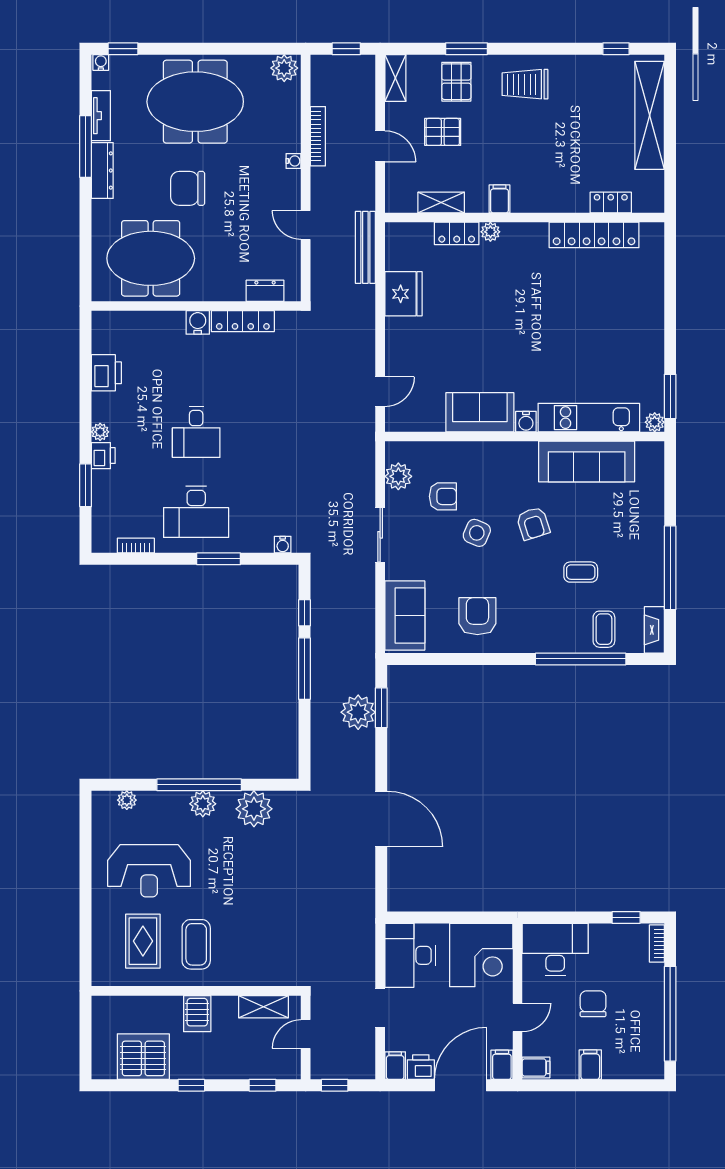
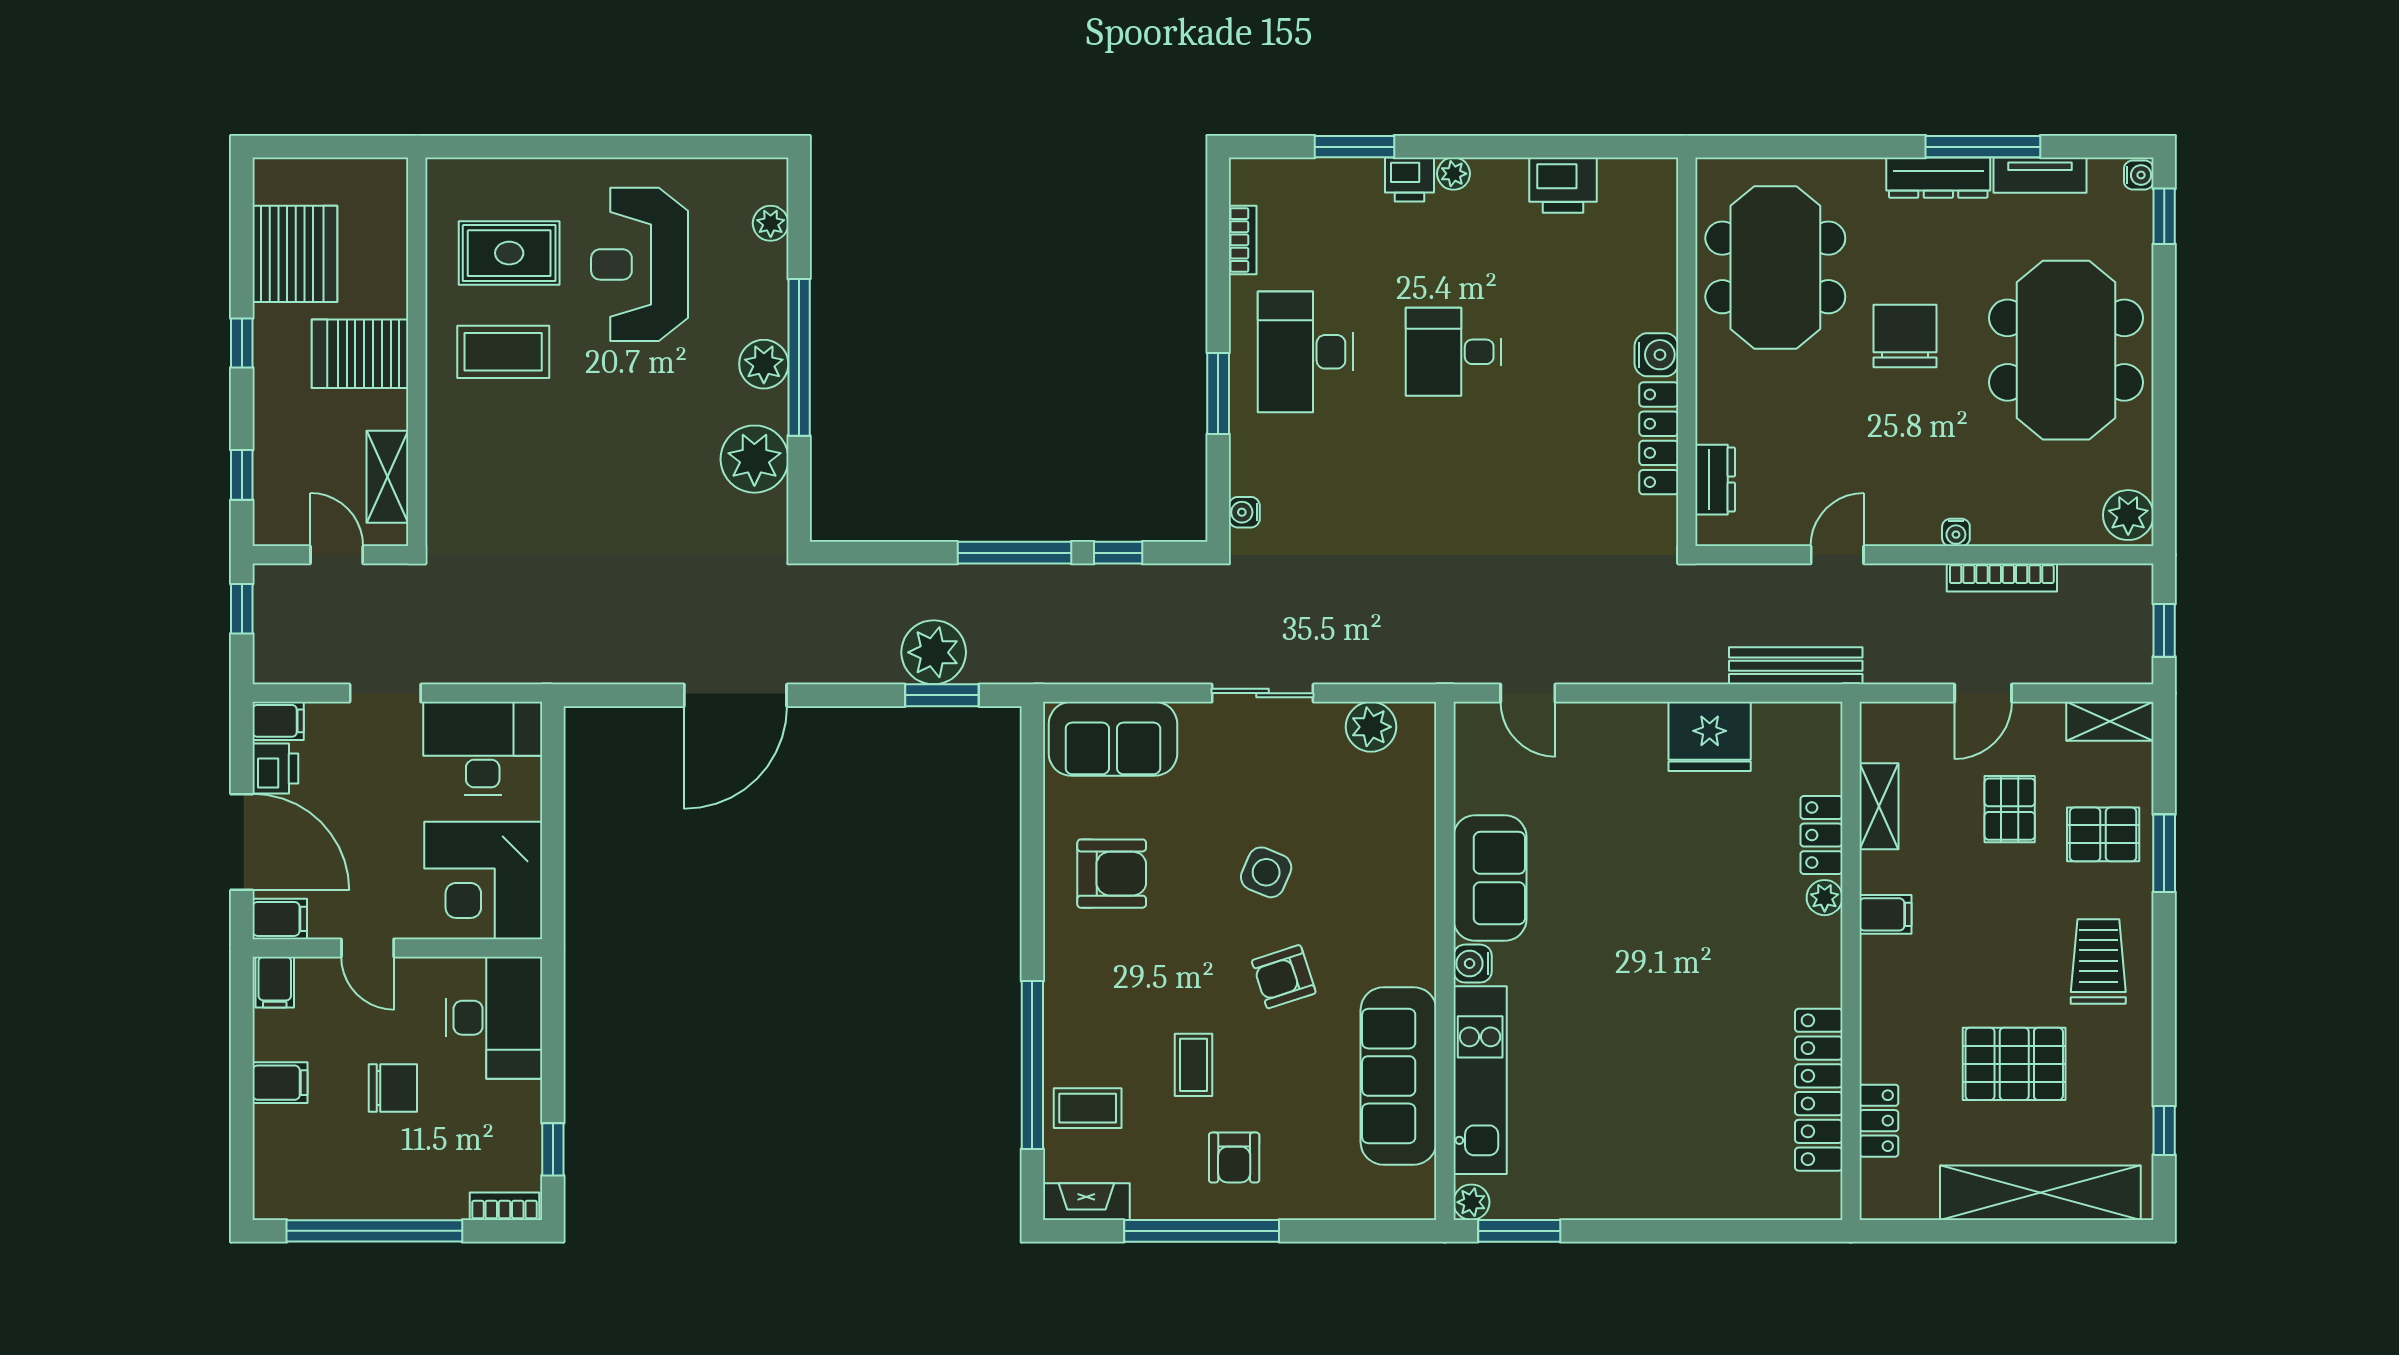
pallet: (580, 130) -> (2014, 1064), added
armchair: (443, 496) -> (1234, 1158), moved
server rack: (197, 1014) -> (360, 354), width x1.36, depth x1.44

